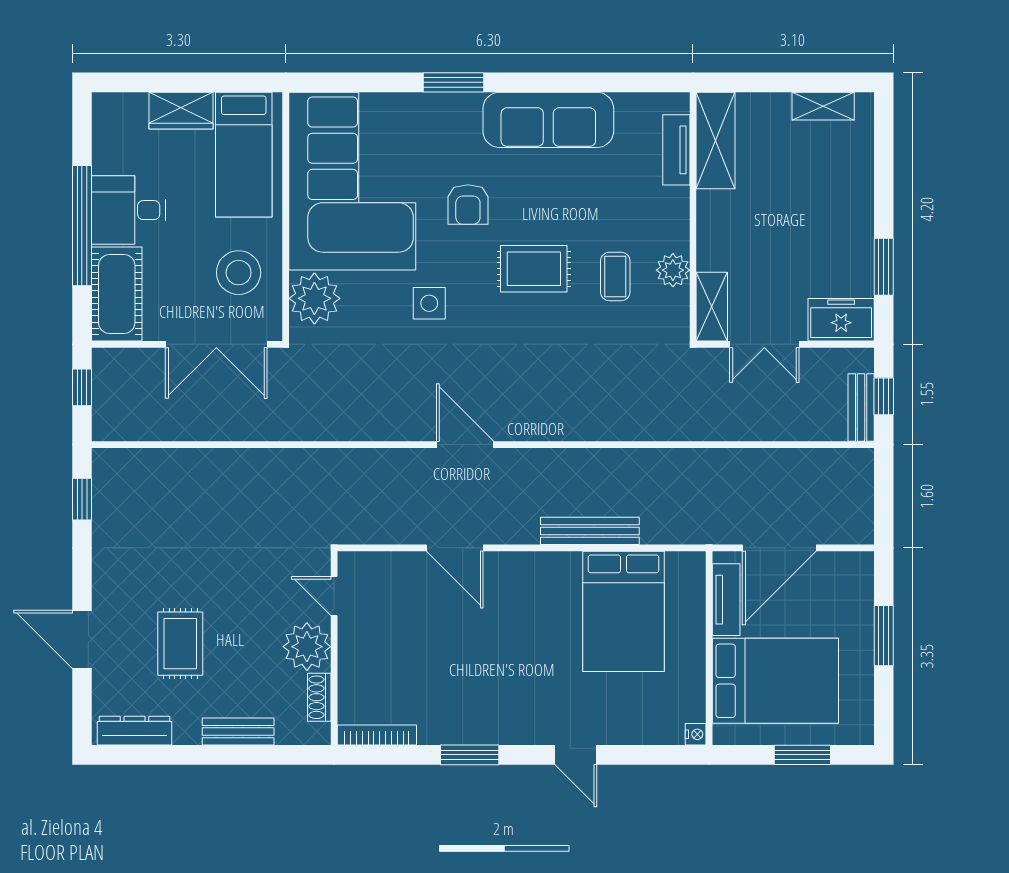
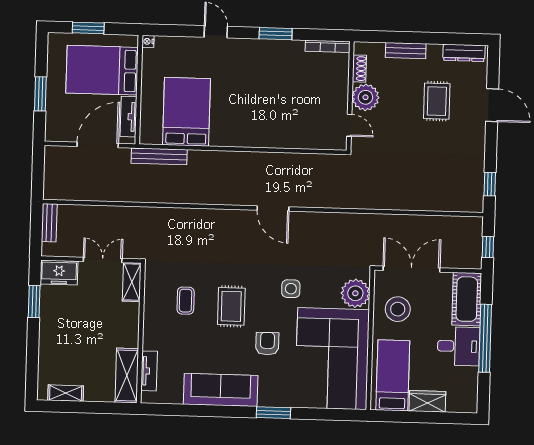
rug: (534, 269) -> (231, 306), turned 90
plant: (673, 270) -> (153, 303), removed
window: (884, 396) -> (36, 229), removed
bench: (590, 531) -> (159, 156), moved
door: (455, 548) -> (280, 150), removed

